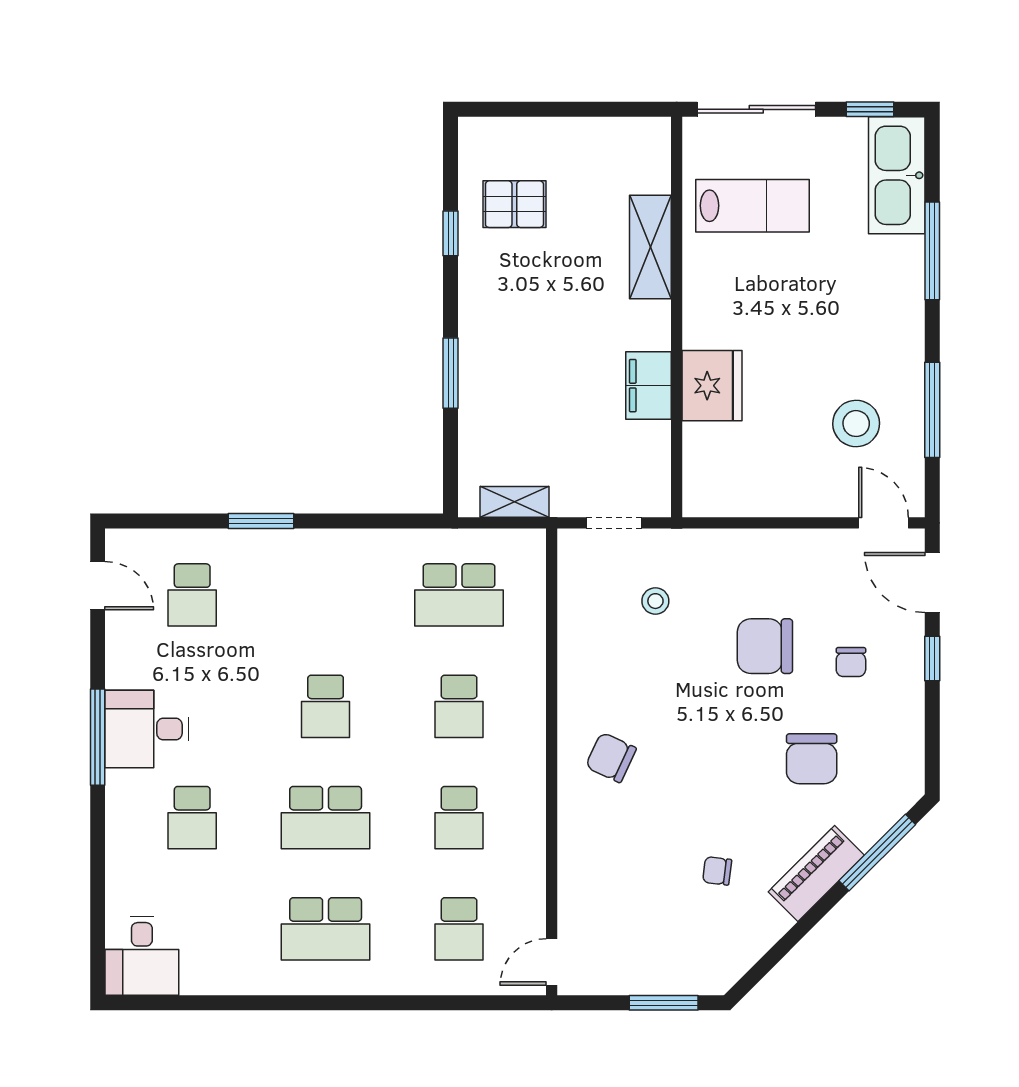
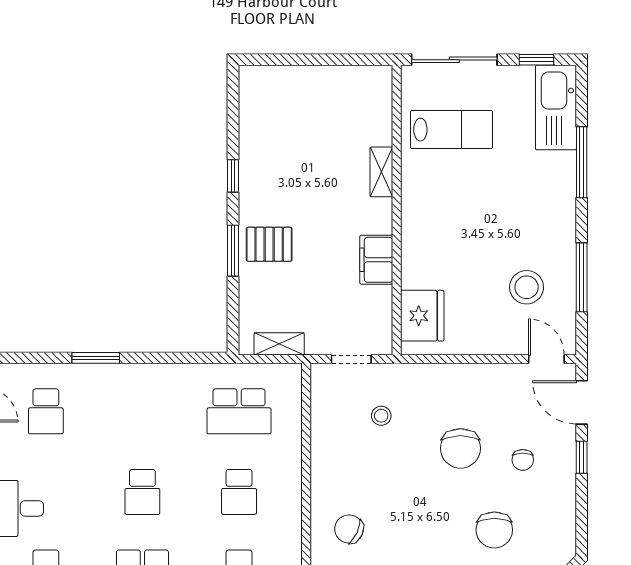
pallet: (514, 204) -> (269, 244), moved
window: (451, 233) -> (233, 176), moved
shelving: (650, 247) -> (381, 172), width x0.67, depth x0.75
fridge: (712, 386) -> (422, 316), moved
chair: (765, 646) -> (460, 448), turned -90

